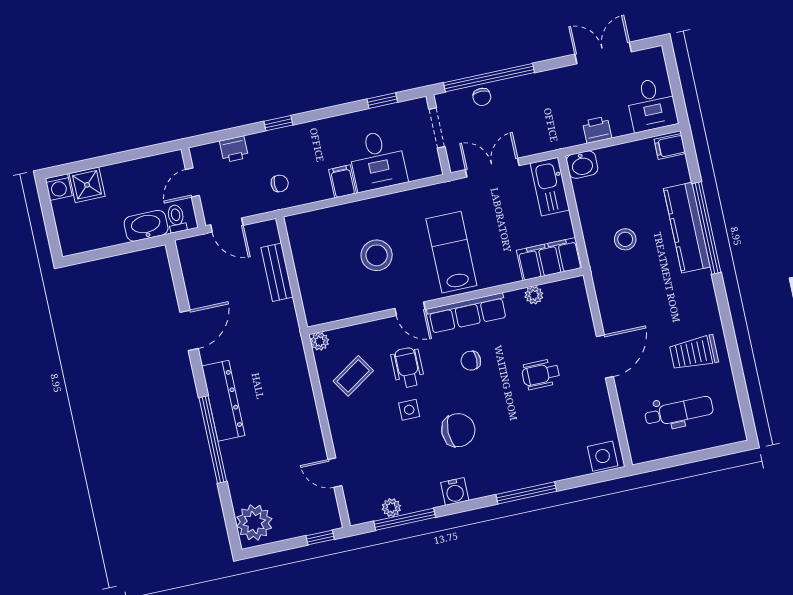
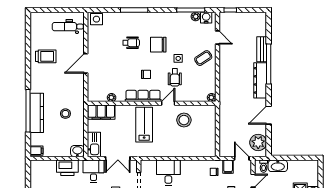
desk: (652, 104) -> (93, 171), moved
printer: (597, 130) -> (67, 168), width x1.87, depth x1.48
filing cabinet: (342, 181) -> (228, 167), moved
lab bench: (451, 252) -> (144, 125), turned 180
stool: (377, 255) -> (184, 120), moved
bench: (277, 272) -> (262, 49), moved
door: (410, 309) -> (168, 103), hinge flipped
wheelchair: (541, 374) -> (131, 43), moved
coffee table: (353, 376) -> (203, 58), moved
dental chair: (679, 412) -> (68, 27), moved
water cooler: (455, 491) -> (206, 18), moved
plant: (254, 522) -> (258, 142), moved

